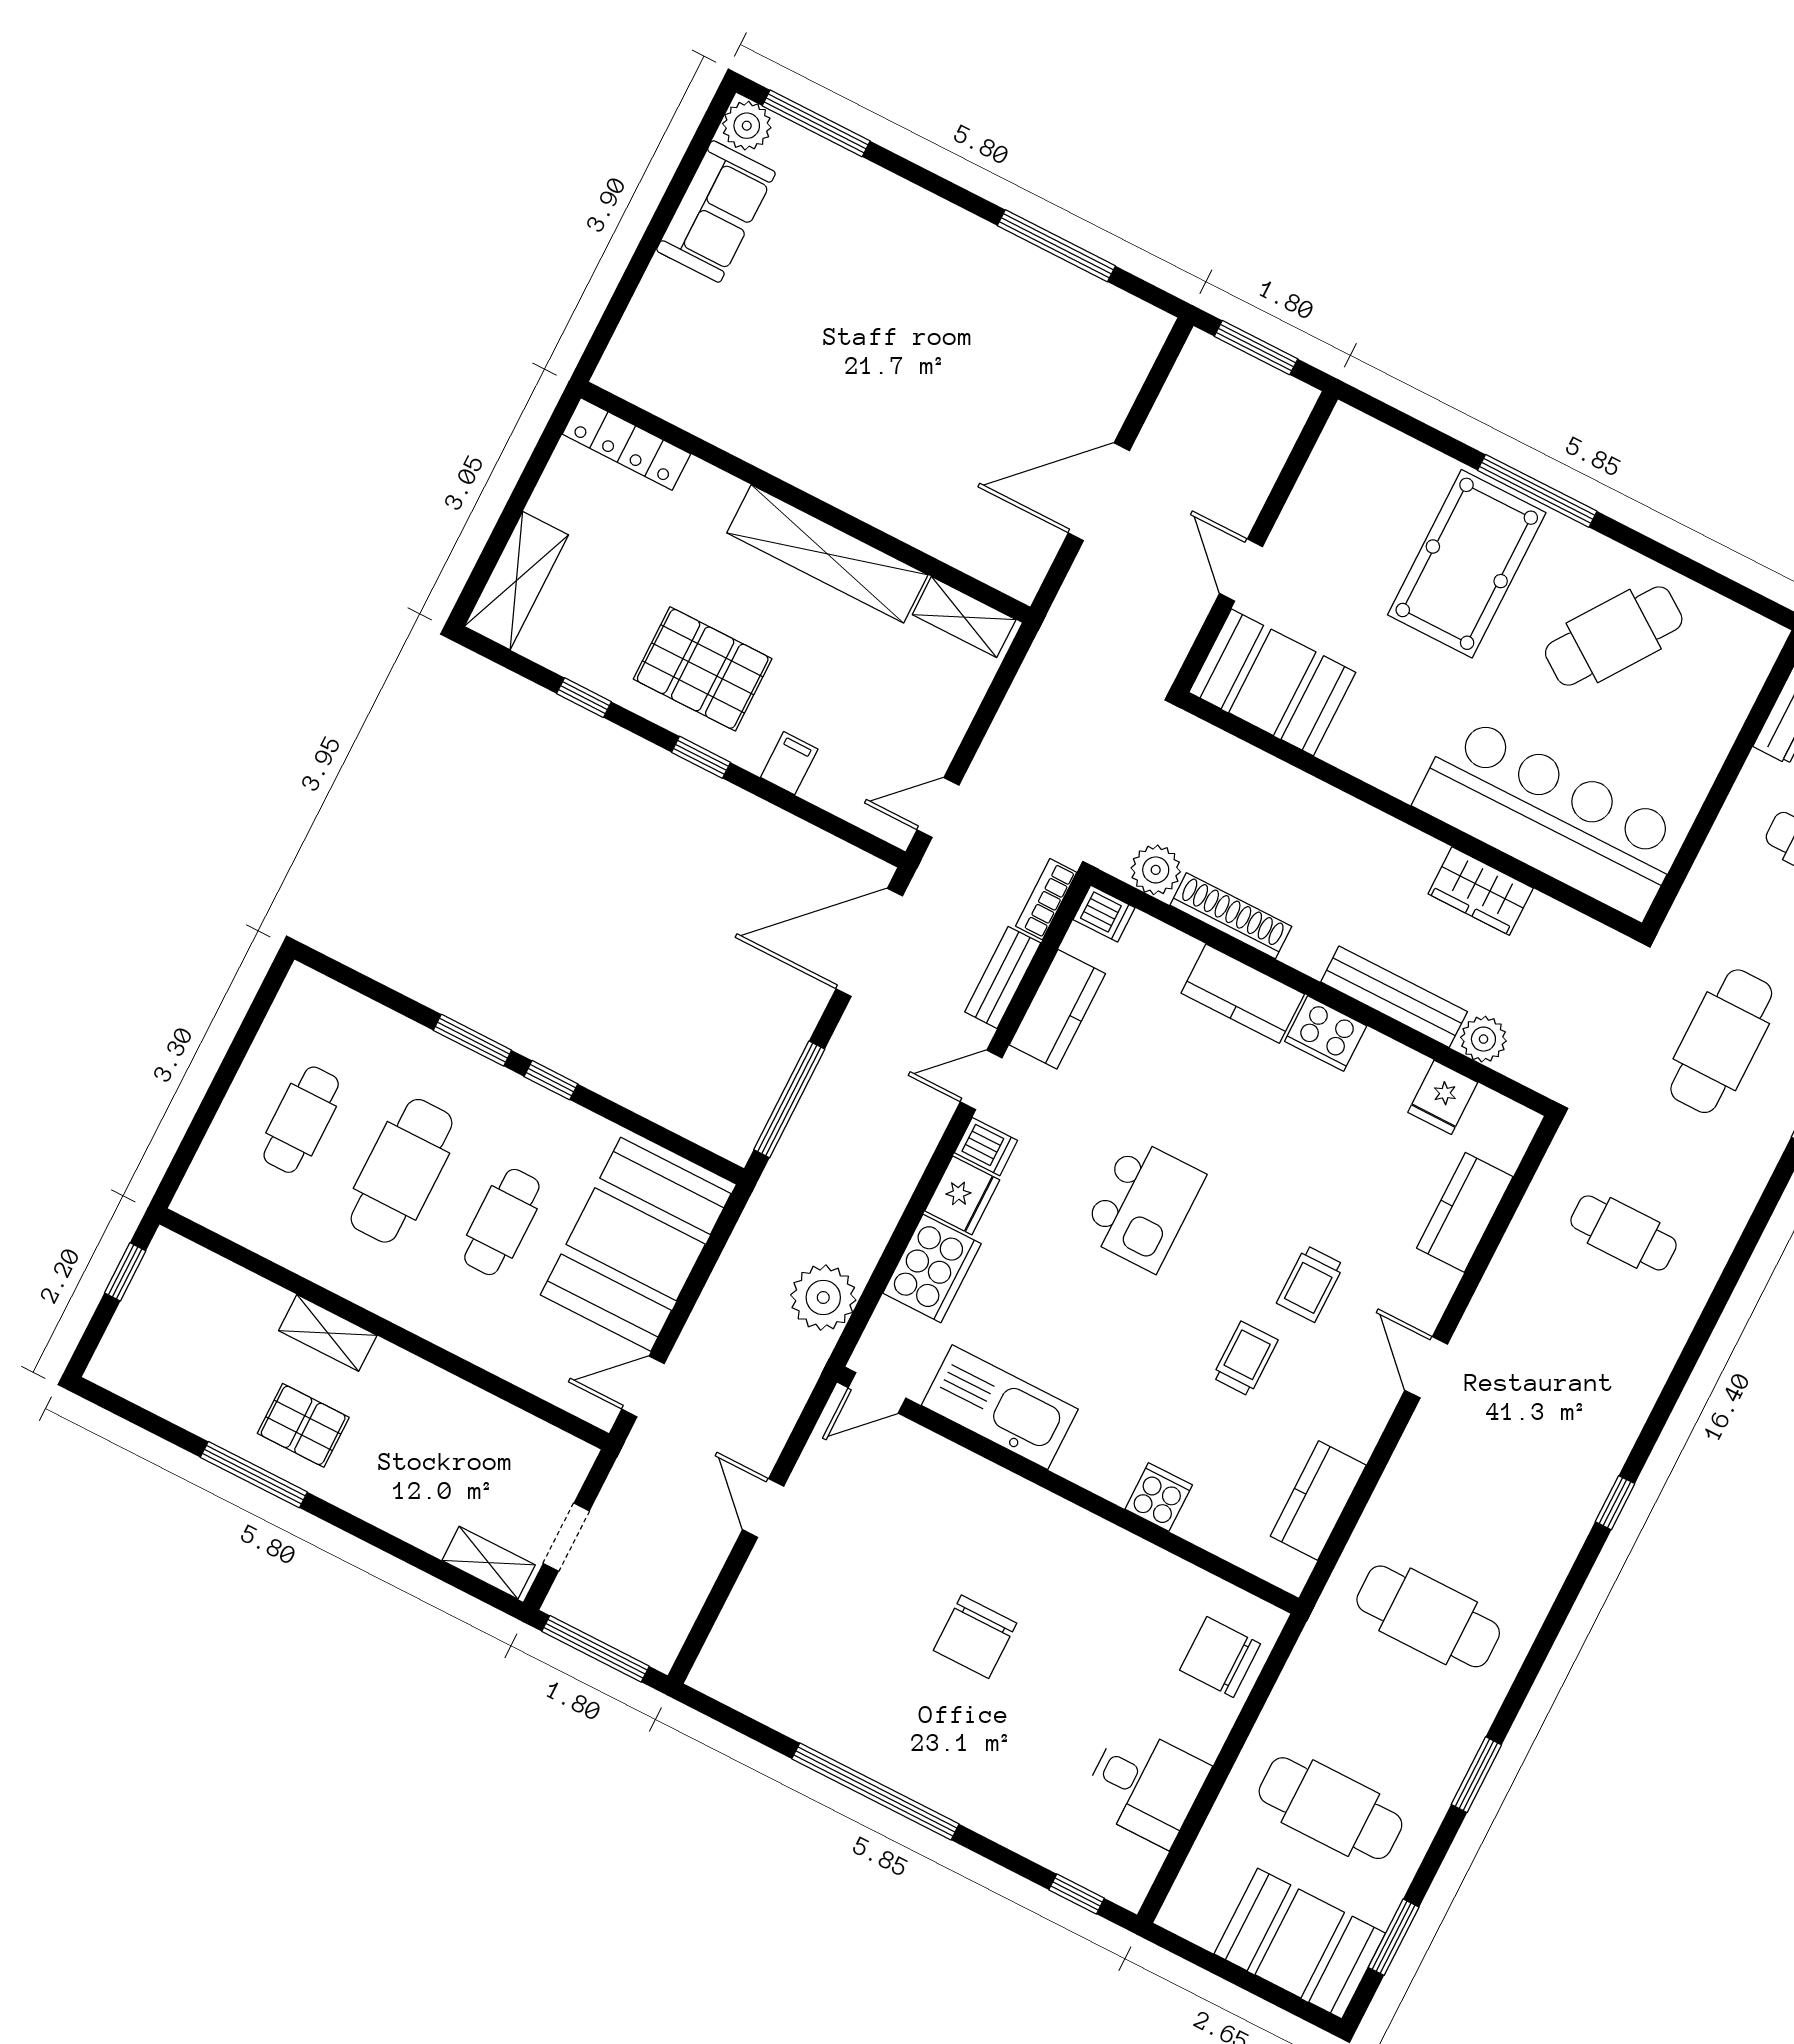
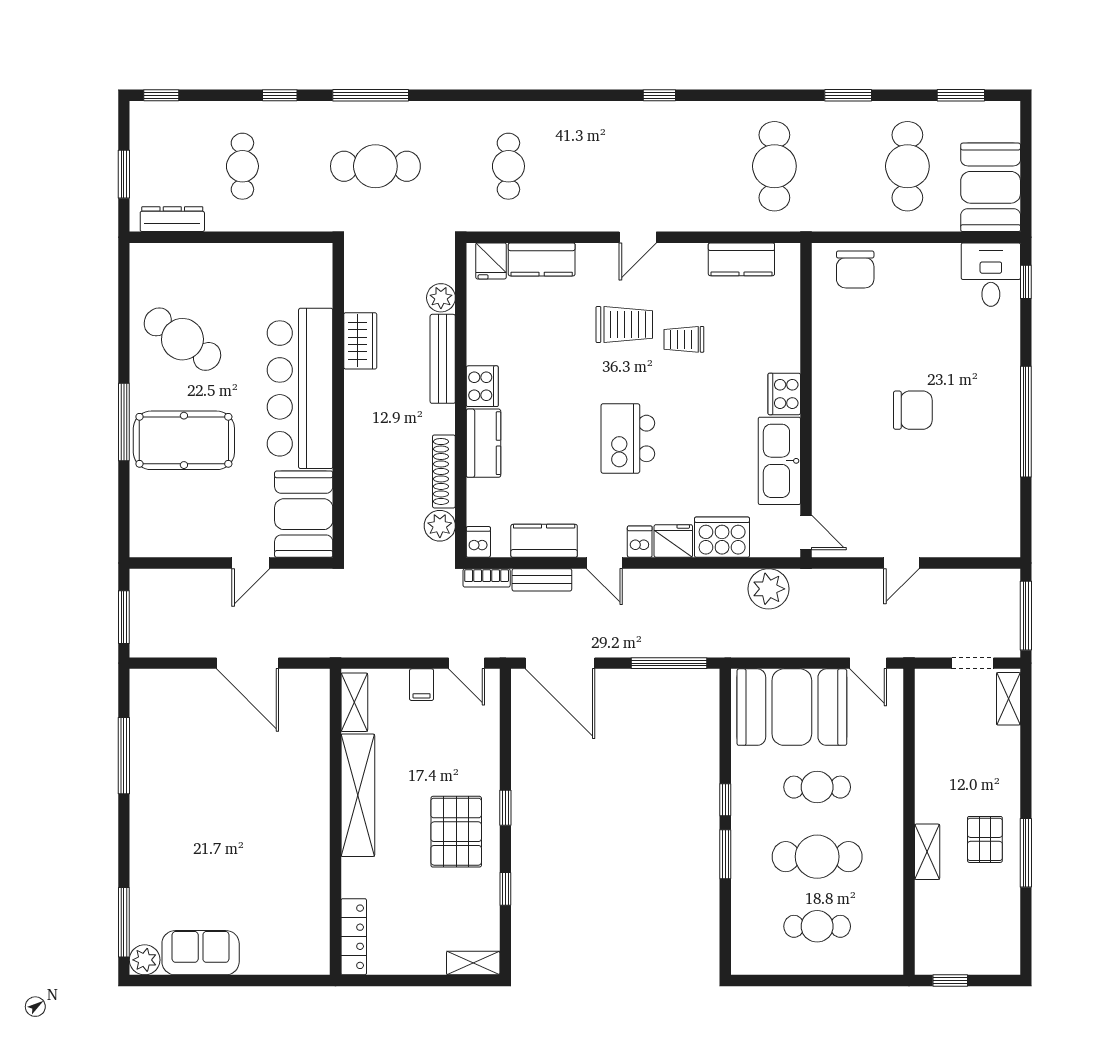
shelving: (516, 581) -> (473, 963), width x0.67, depth x0.75
filing cabinet: (789, 763) -> (422, 685), moved, turned -90
bar counter: (1551, 817) -> (300, 388), moved
fridge: (1443, 1097) -> (491, 261), moved, turned 90
kitchen island: (1143, 1205) -> (628, 438), turned -90
trolley: (1310, 1284) -> (624, 324), width x1.36, depth x1.39
cooker: (1159, 1497) -> (784, 394), moved, width x1.36
desk: (1145, 1785) -> (991, 275), moved
booth: (1300, 1944) -> (991, 187), moved

